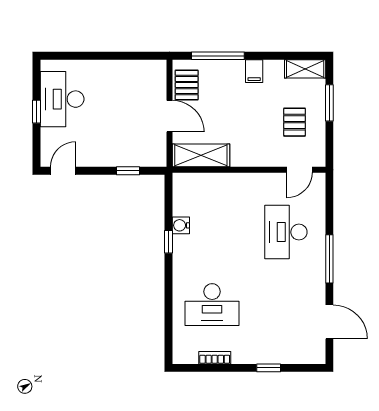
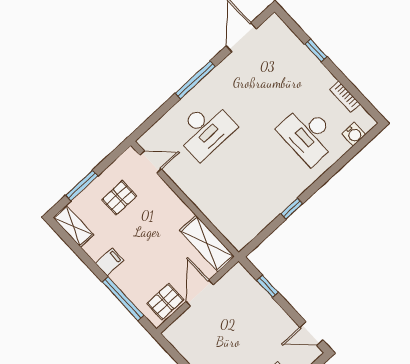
water cooler: (181, 225) -> (354, 134), moved
desk: (212, 305) -> (308, 134), turned 180

